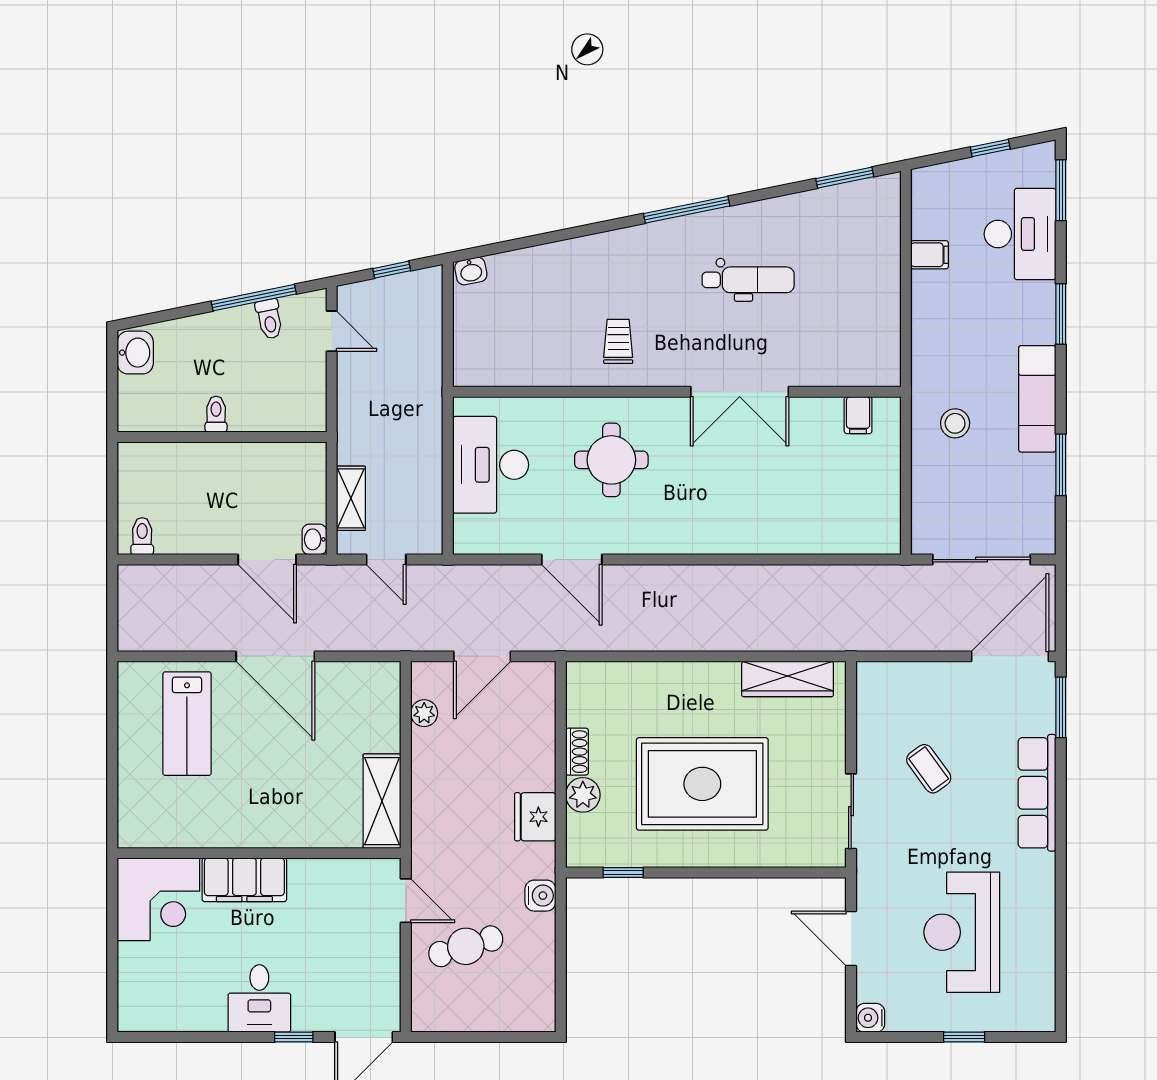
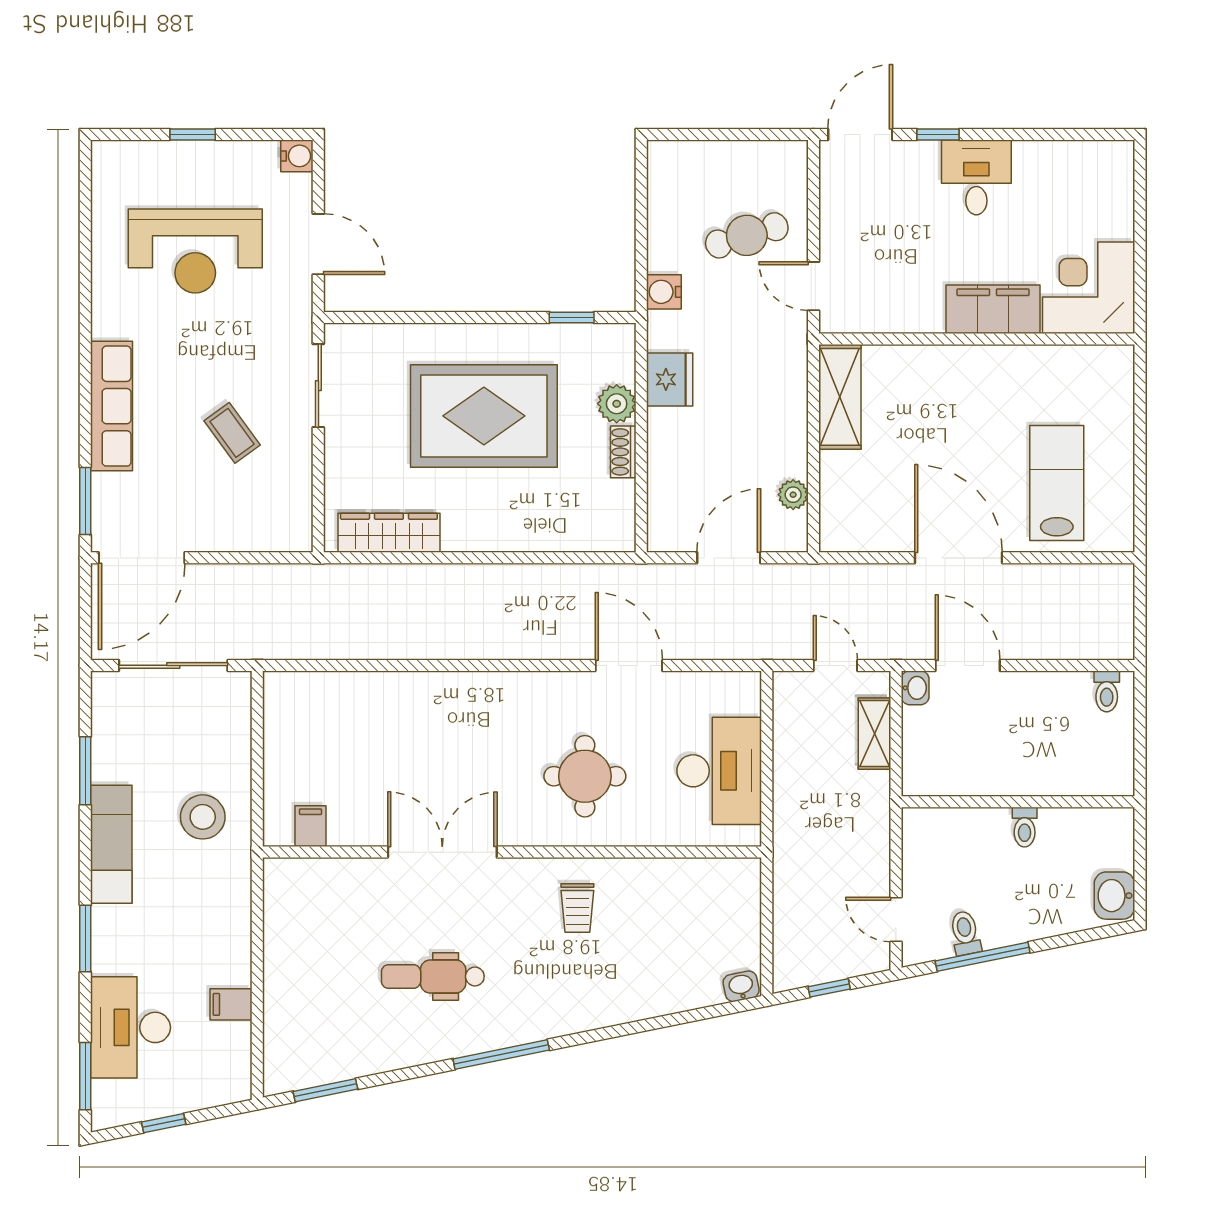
stool: (955, 423) -> (203, 817), width x1.38, depth x1.38
reception desk: (962, 932) -> (195, 251), turned 90

